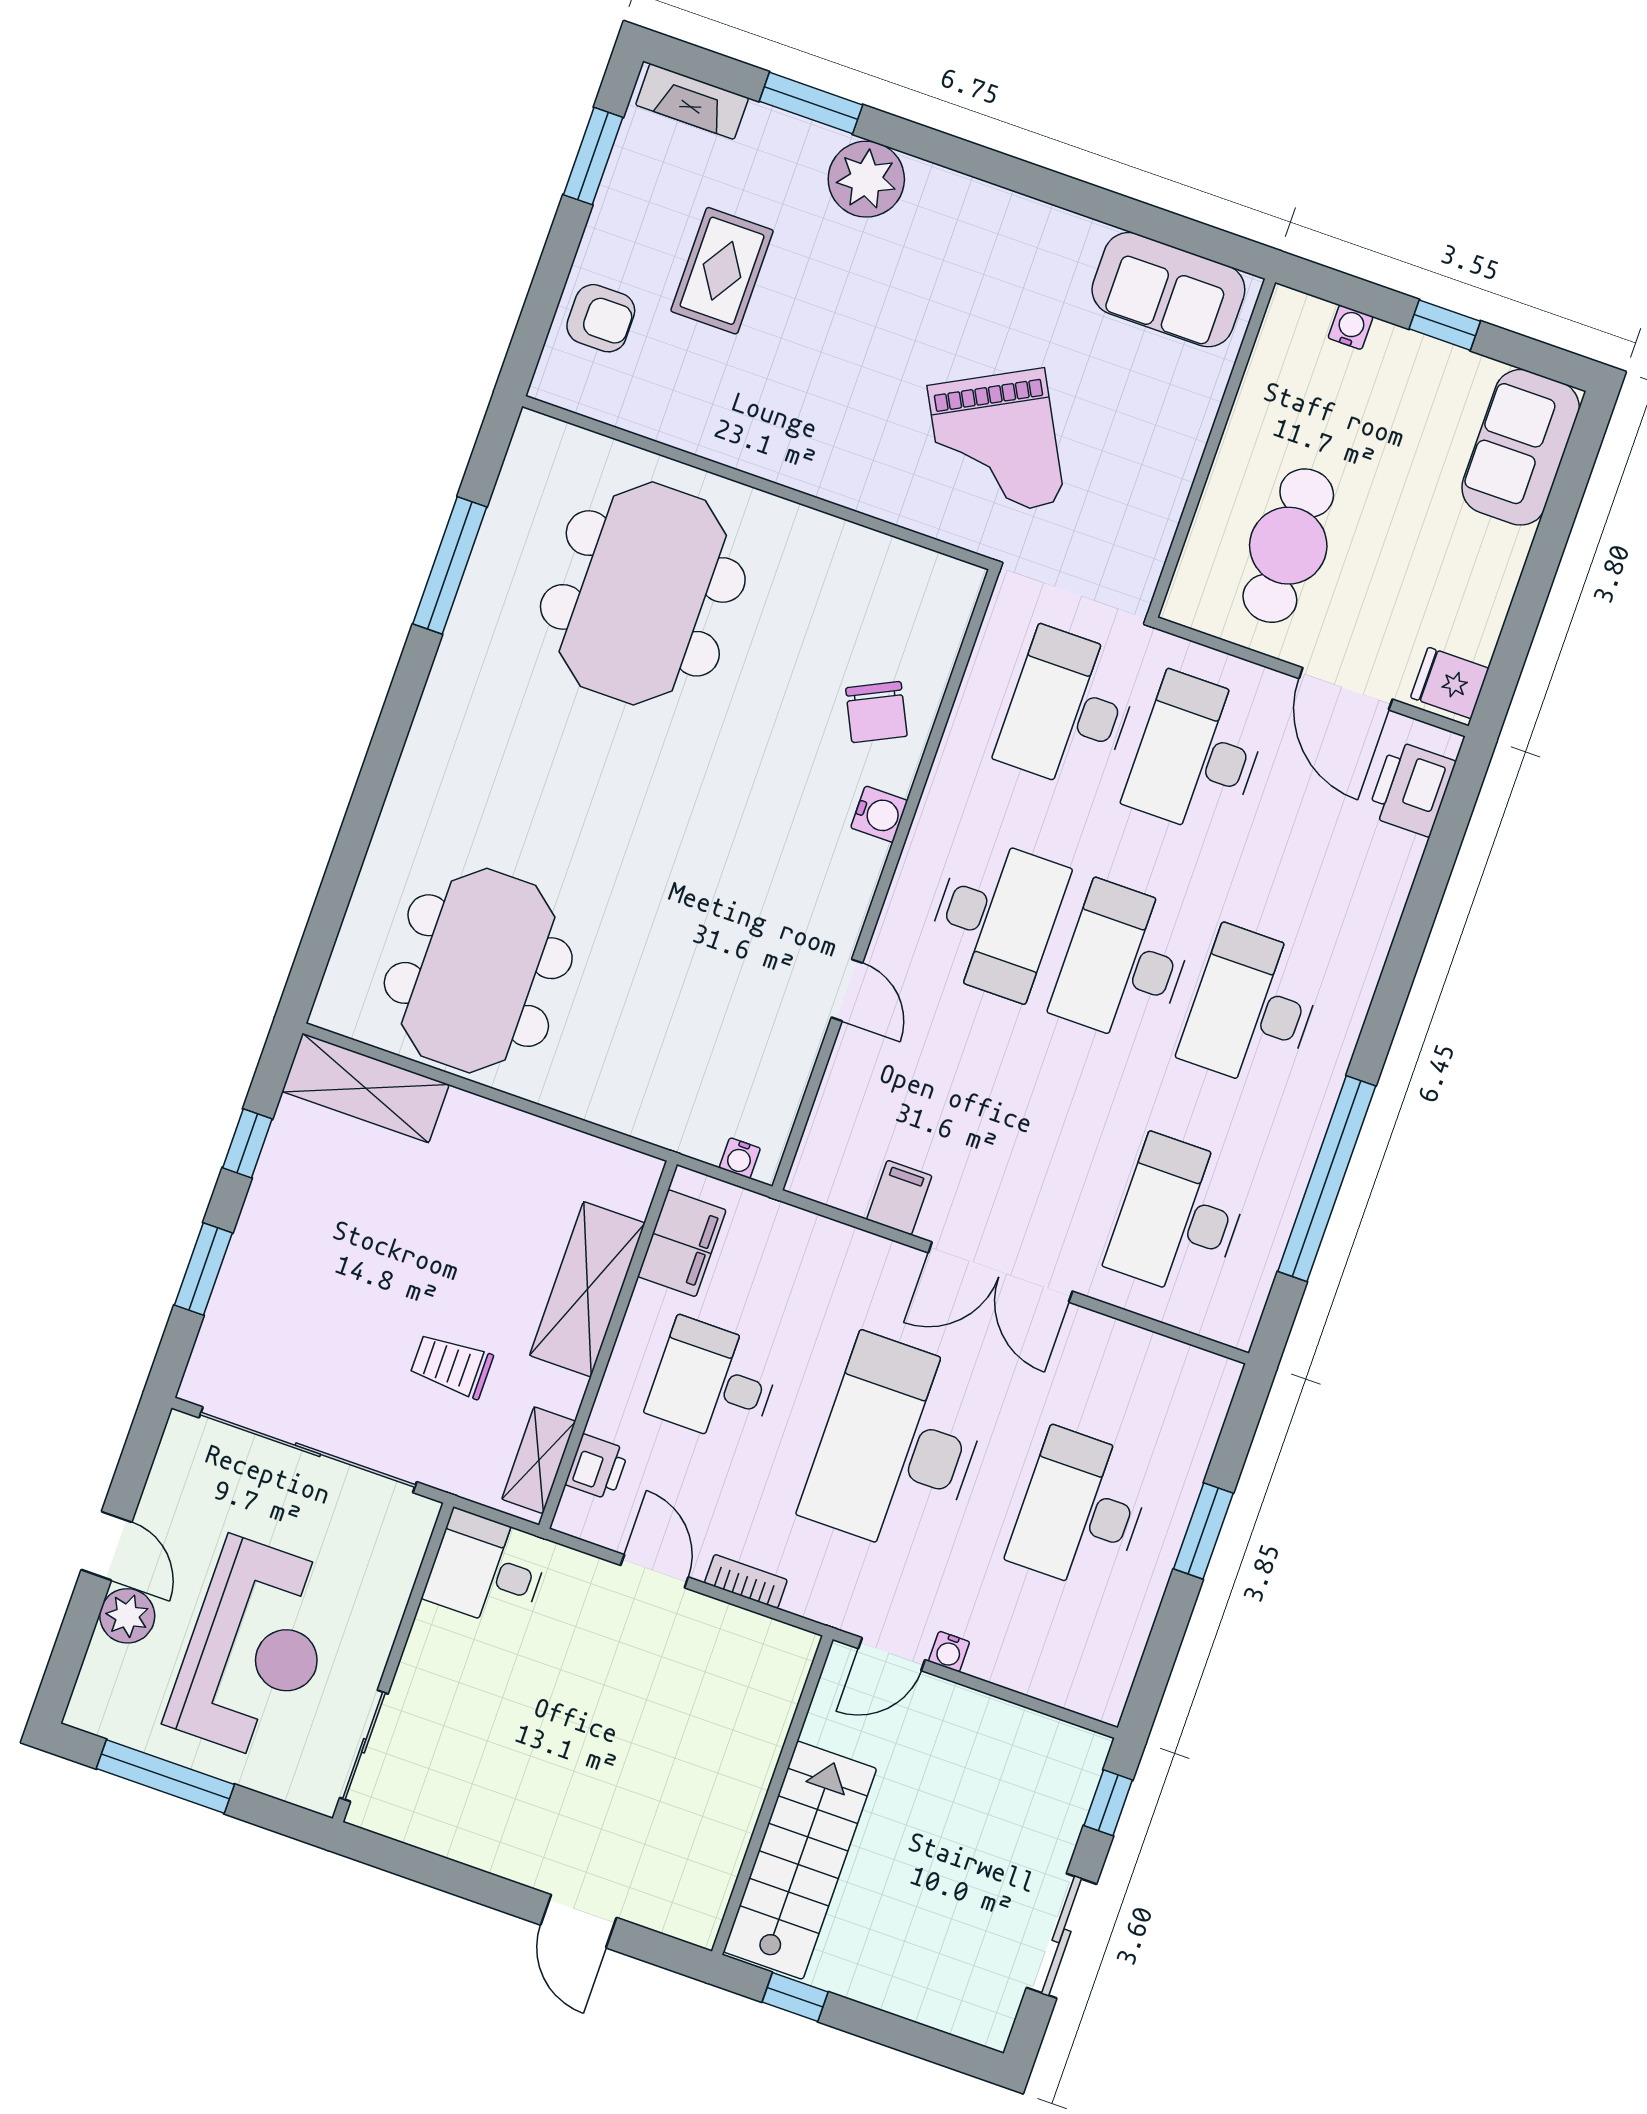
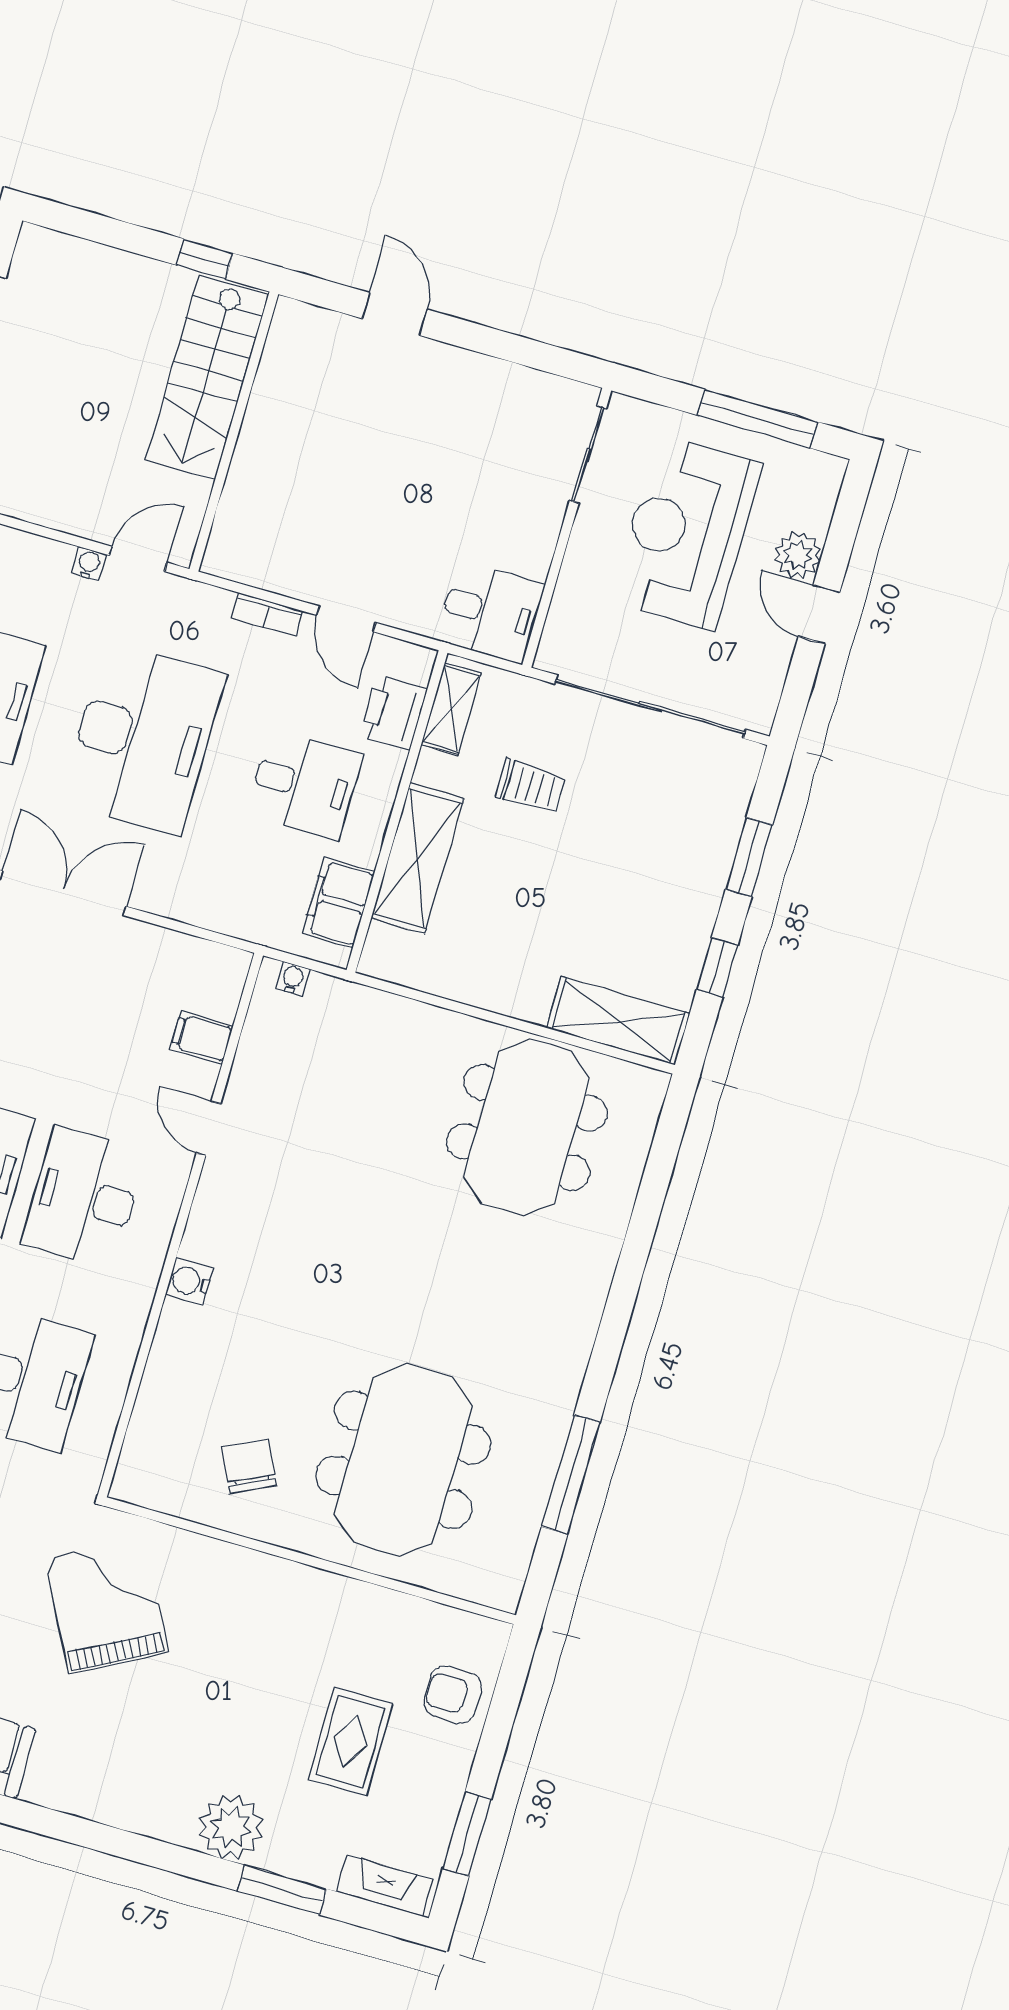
chair: (876, 712) -> (249, 1466), moved
filing cabinet: (899, 1198) -> (202, 1038), moved, turned 90
printer: (597, 1467) -> (393, 713), width x1.36, depth x1.24

